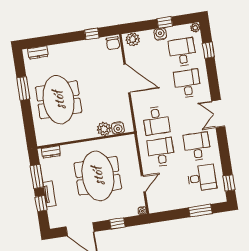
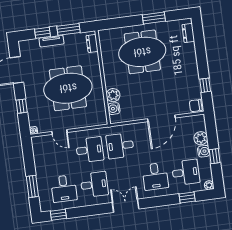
plant: (133, 39) -> (201, 138), moved
desk: (187, 84) -> (155, 176), turned 90

